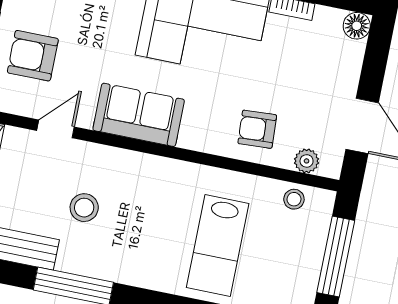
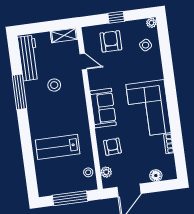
floor lamp: (357, 26) -> (156, 176), moved
sofa: (139, 115) -> (103, 108), moved

